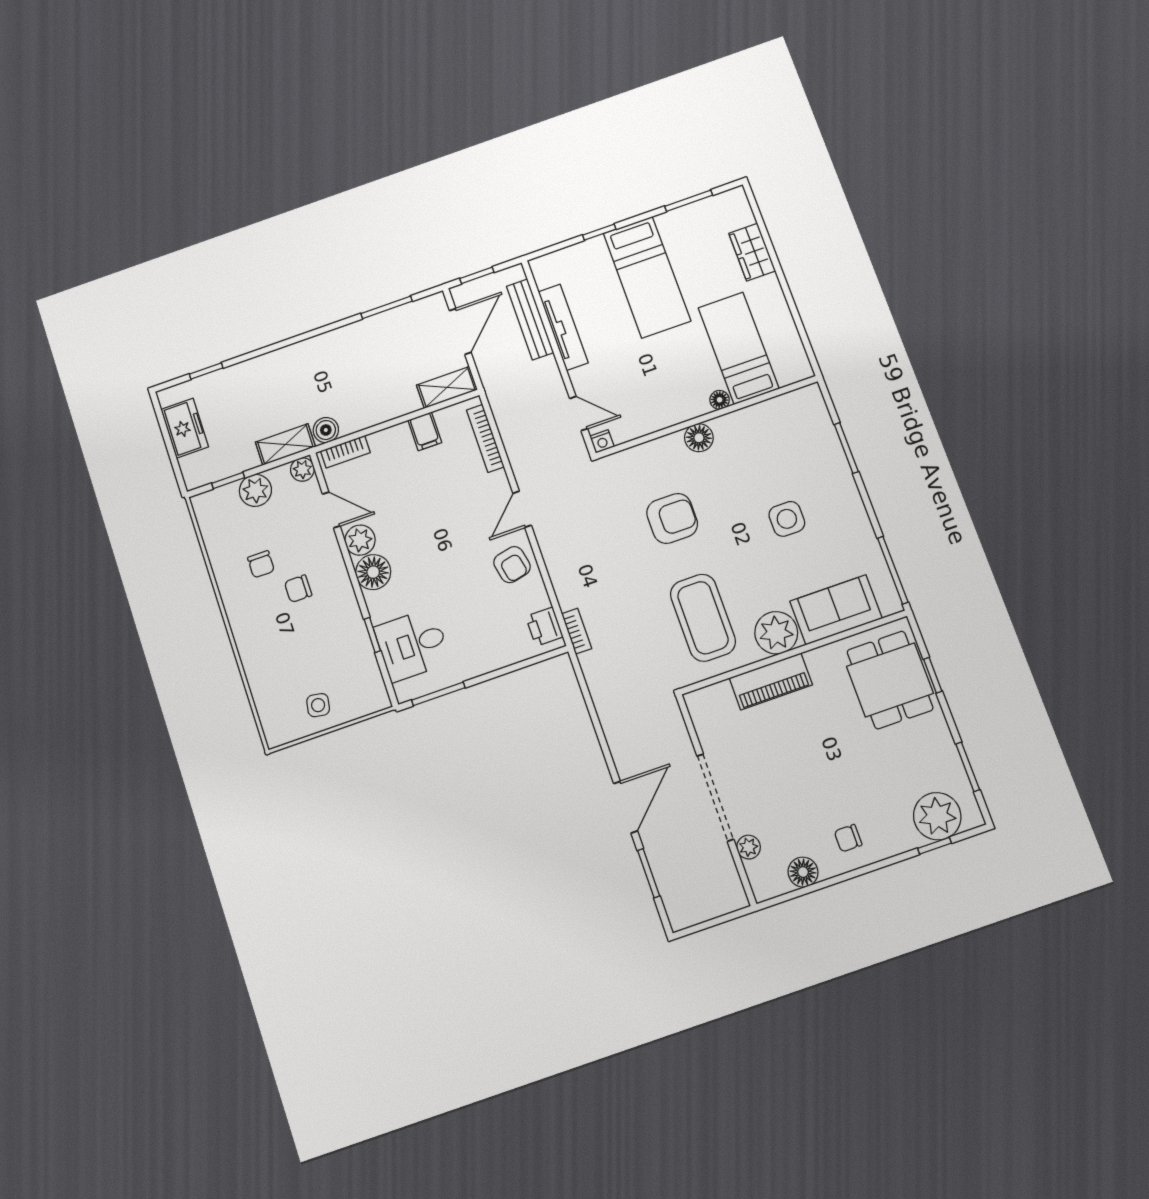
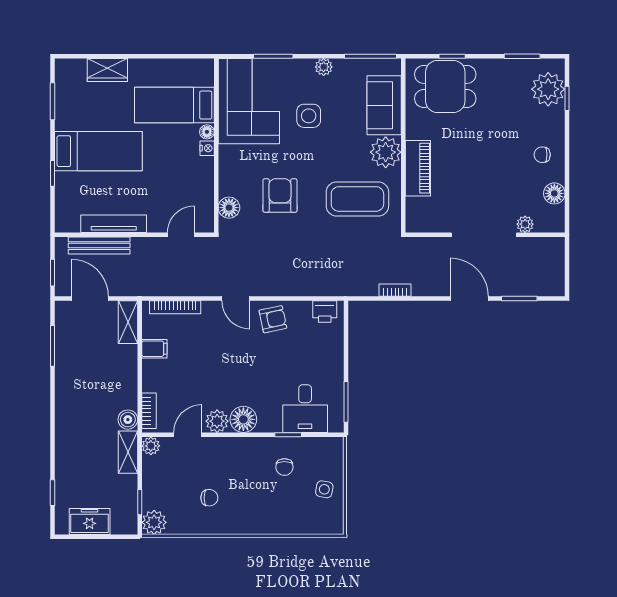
floor lamp: (699, 438) -> (229, 208), moved
corner sofa: (778, 438) -> (249, 101), added
nightstand: (602, 441) -> (207, 148), moved
plant: (255, 490) -> (154, 522), moved
plant: (856, 516) -> (324, 67), added
chair: (298, 589) -> (284, 467), moved
bookcase: (577, 631) -> (395, 290), moved
chair: (848, 838) -> (542, 155), turned 90

